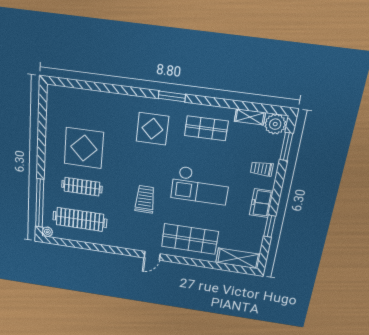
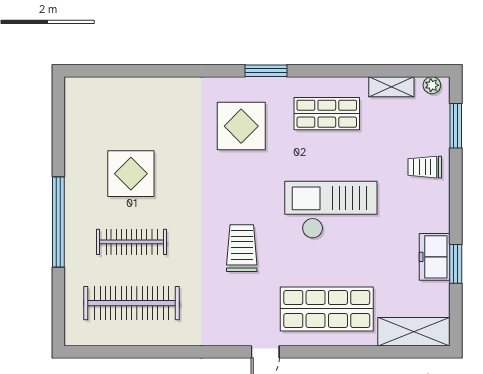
plant: (275, 124) -> (432, 85), width x0.53, depth x0.53
display table: (84, 148) -> (131, 174), width x0.73, depth x0.73
checkout: (200, 185) -> (331, 210), turned 180
window: (40, 203) -> (58, 222), moved
freezer: (261, 203) -> (435, 257), moved
plant: (47, 232) -> (74, 336), removed

